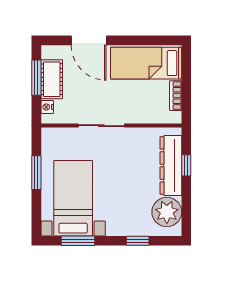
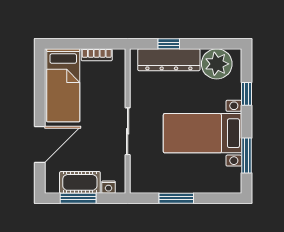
bed with nightstands: (73, 198) -> (203, 133), moved

